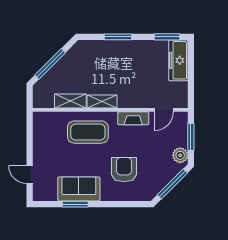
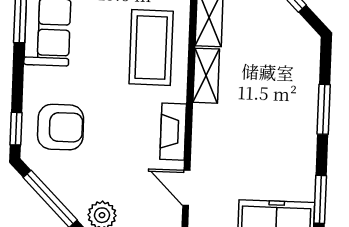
armchair: (124, 170) -> (61, 127), moved
window: (135, 204) -> (16, 129), added

